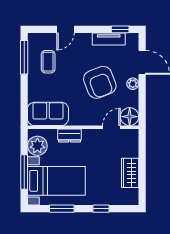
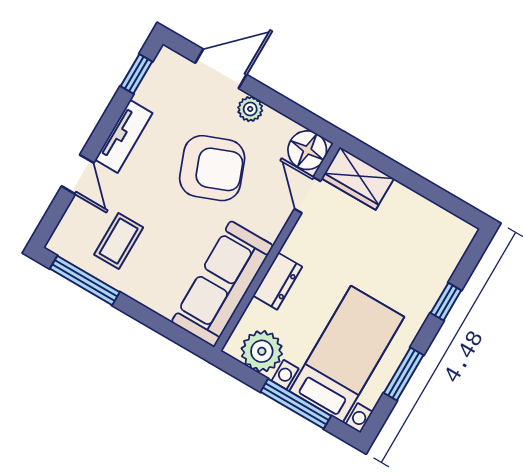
tv unit: (109, 39) -> (124, 136), moved
coffee table: (48, 62) -> (119, 241), turned 90
sofa: (48, 114) -> (222, 284), width x1.36
wardrobe: (130, 173) -> (358, 178), moved

